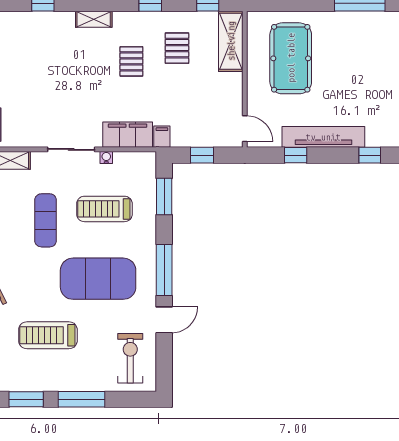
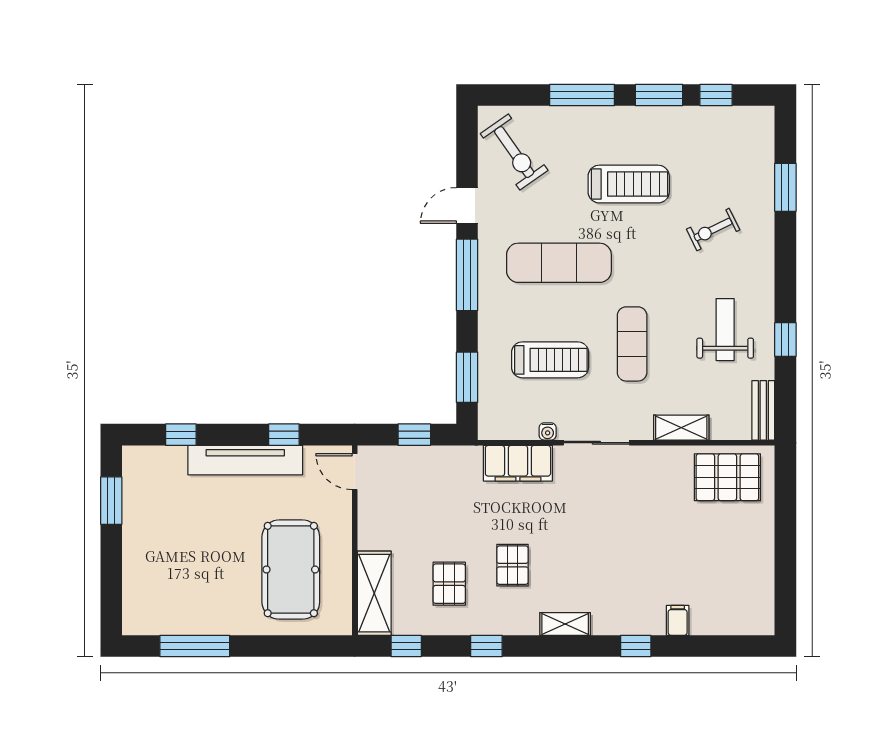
filing cabinet: (162, 137) -> (678, 620), moved, turned 180
exercise mat: (98, 279) -> (559, 263), width x0.68
exercise bike: (130, 358) -> (514, 152), turned -35

